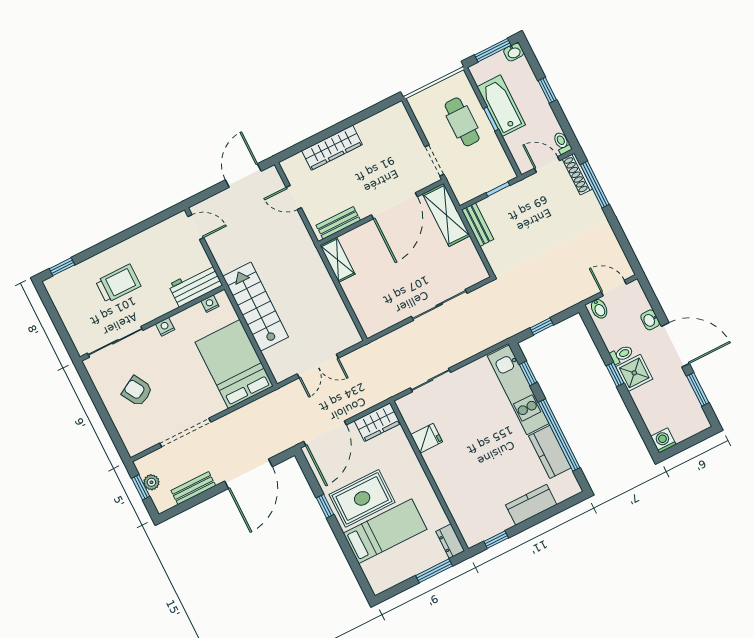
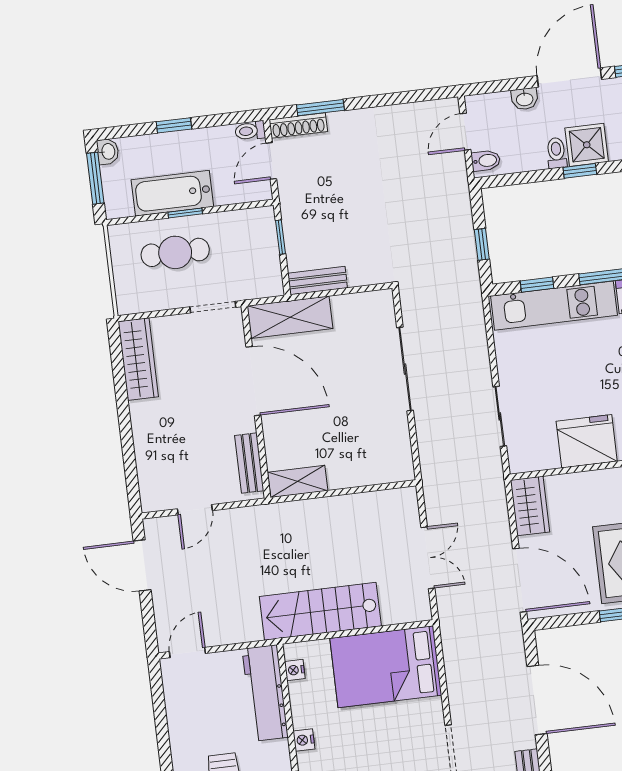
wardrobe: (332, 148) -> (138, 359), moved
window: (595, 185) -> (320, 108), width x0.69
workbench: (195, 285) -> (265, 693), width x1.38
fridge: (427, 438) -> (587, 441), width x1.88, depth x1.34

